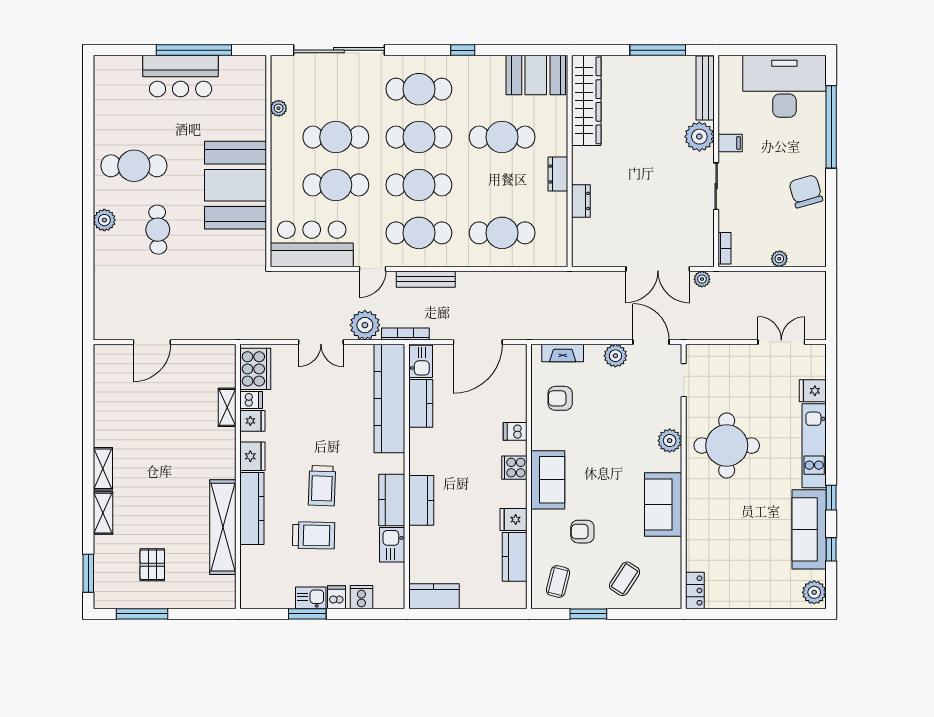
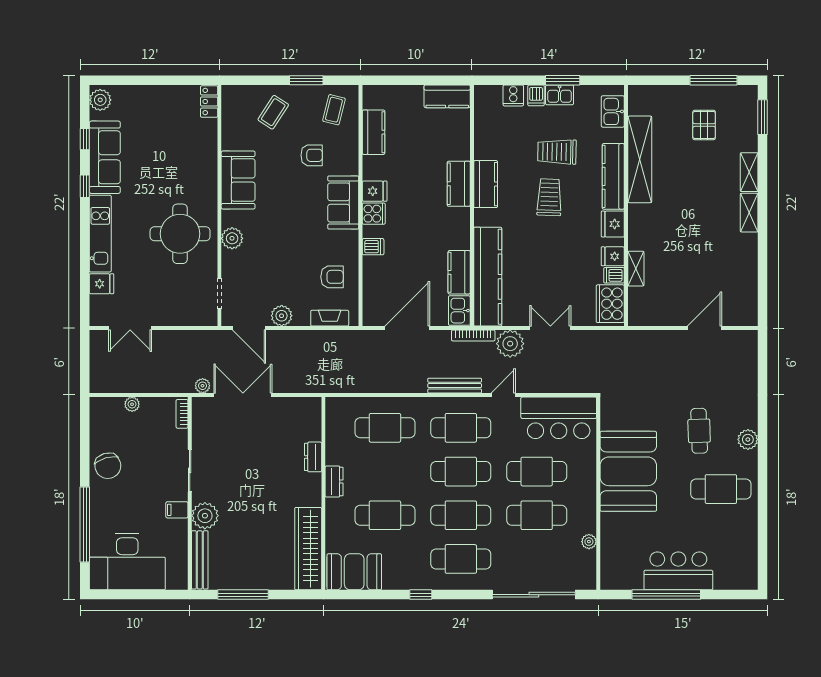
fridge: (513, 520) -> (375, 191), moved
kitchen sink: (392, 545) -> (613, 111), moved, turned 180

